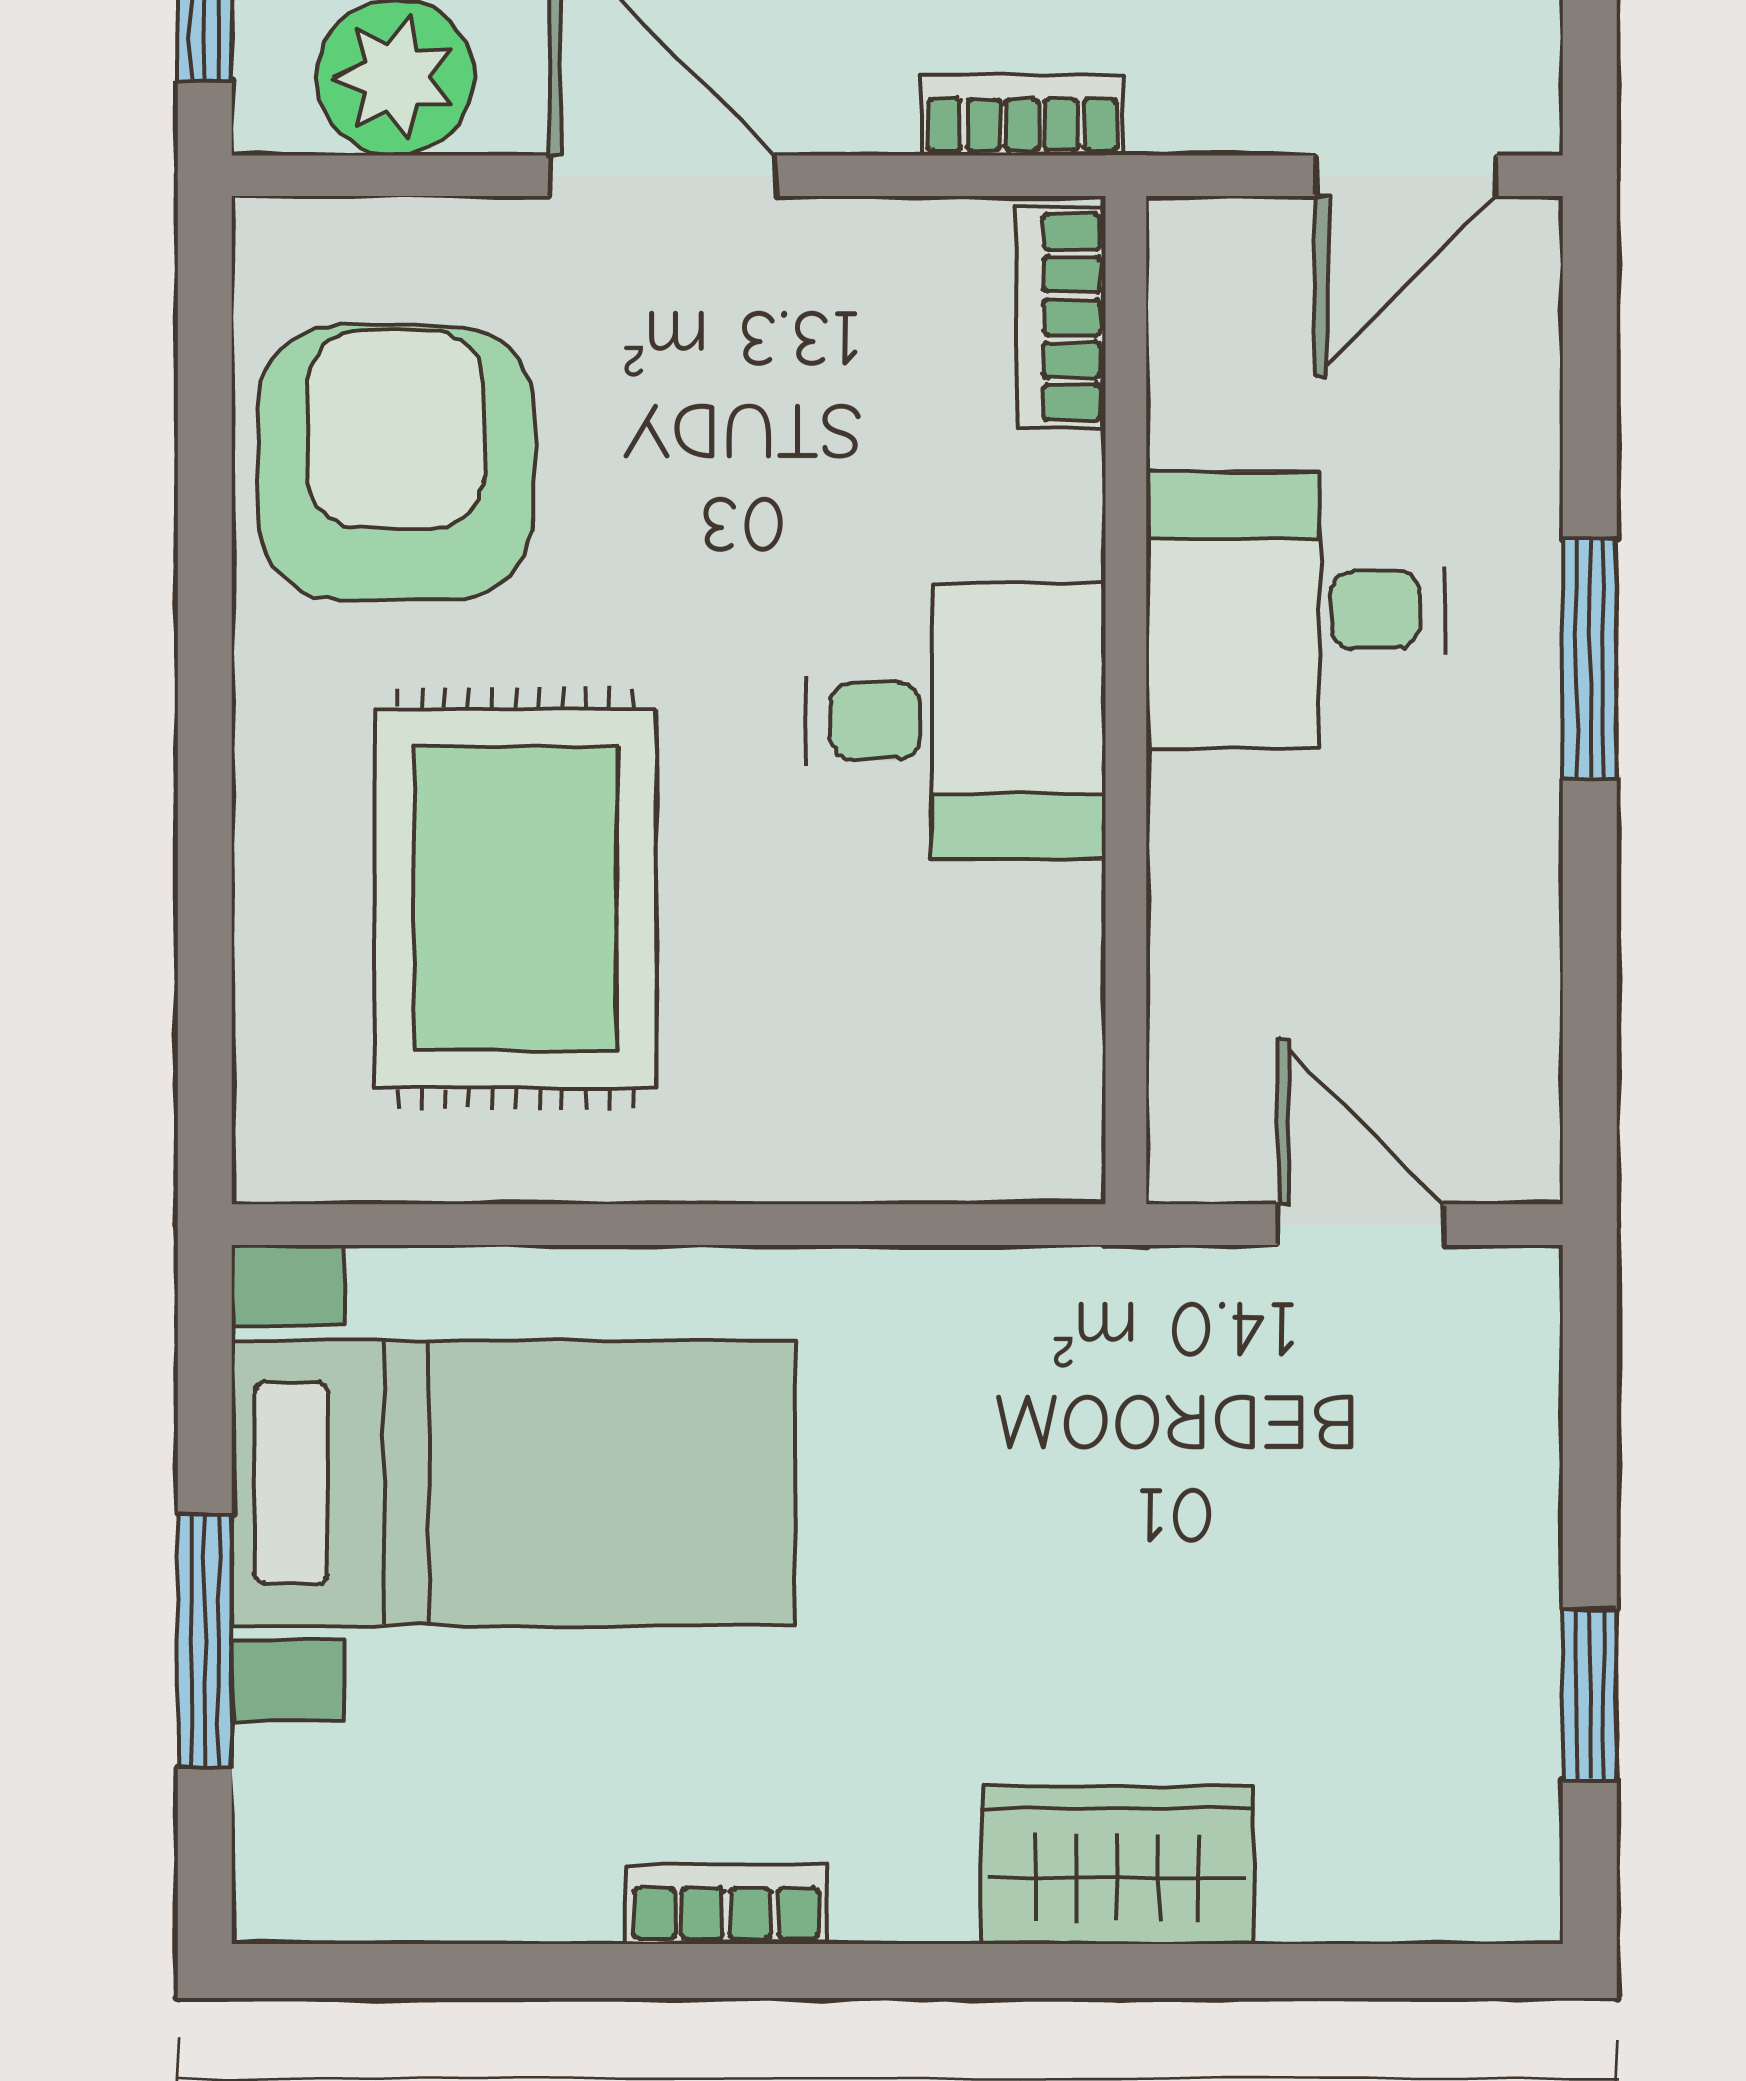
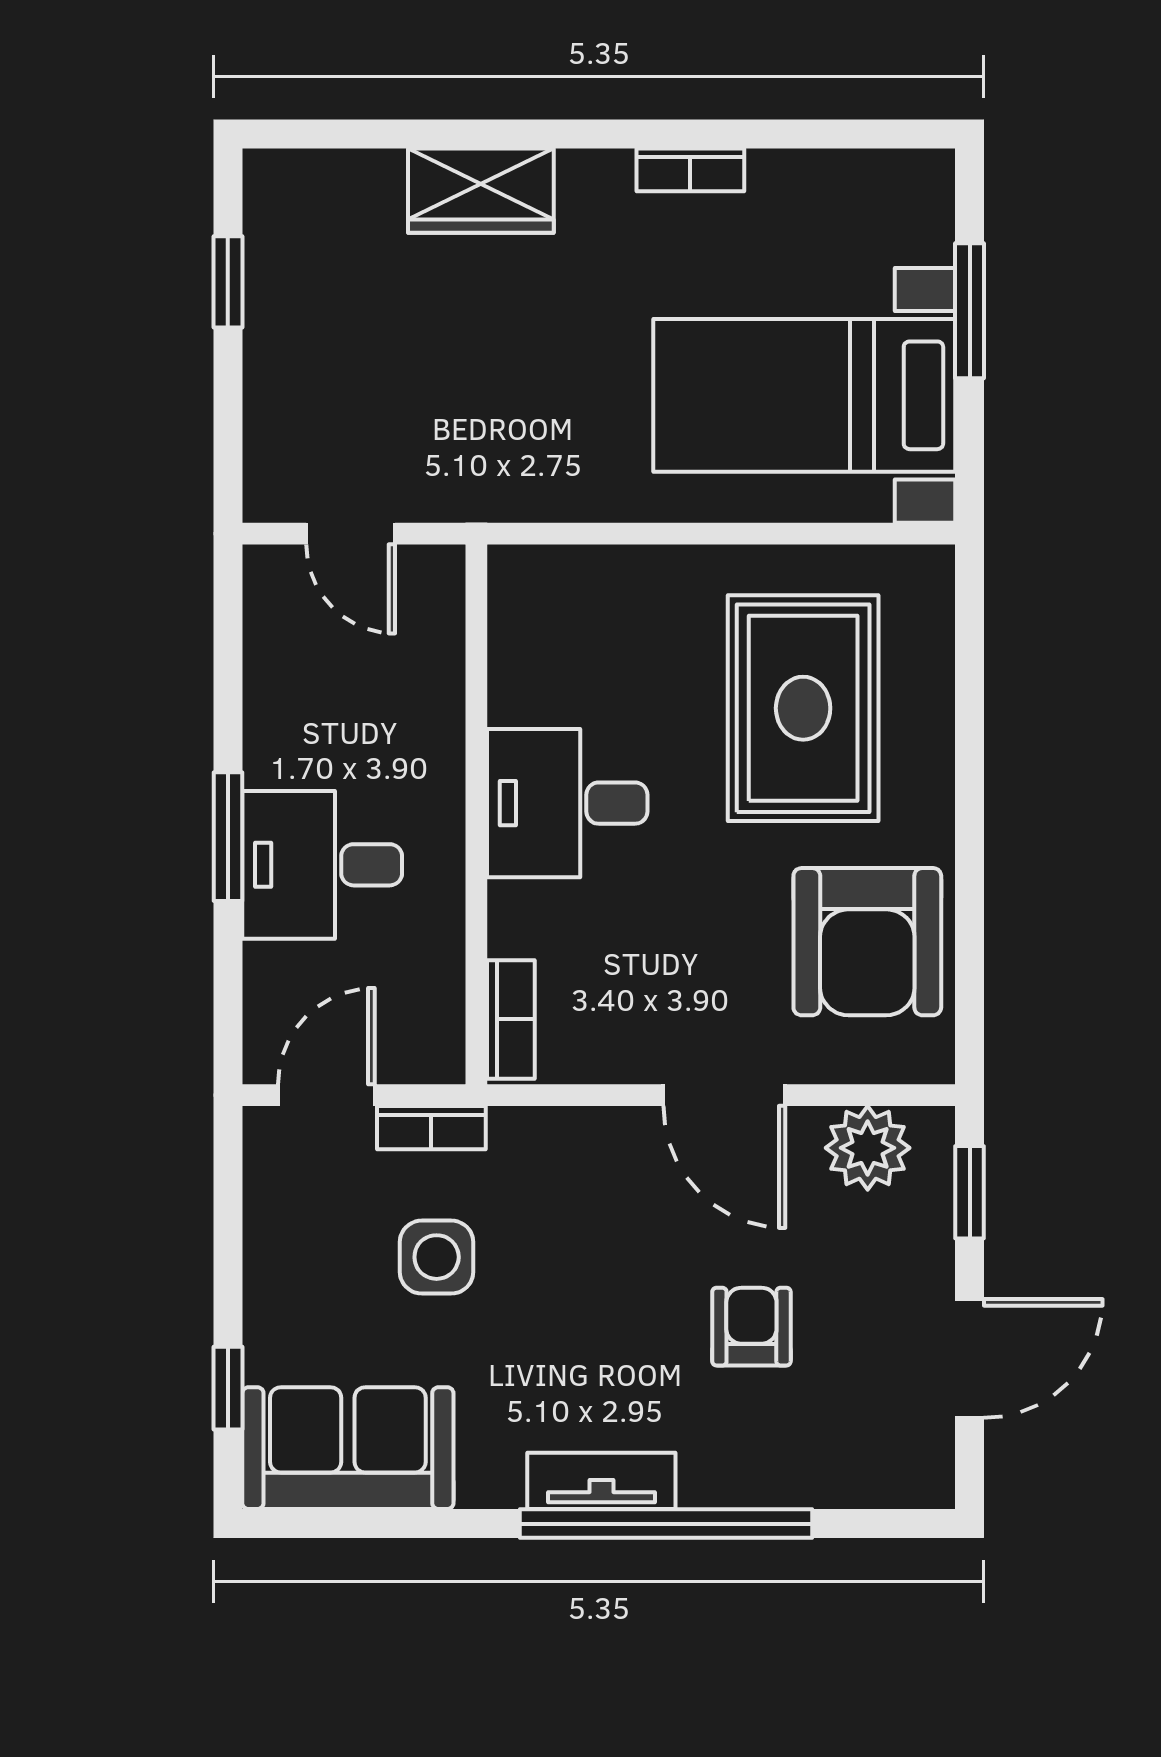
bookcase: (1022, 115) -> (431, 1128), moved
desk: (1295, 610) -> (322, 865), moved, turned 180

